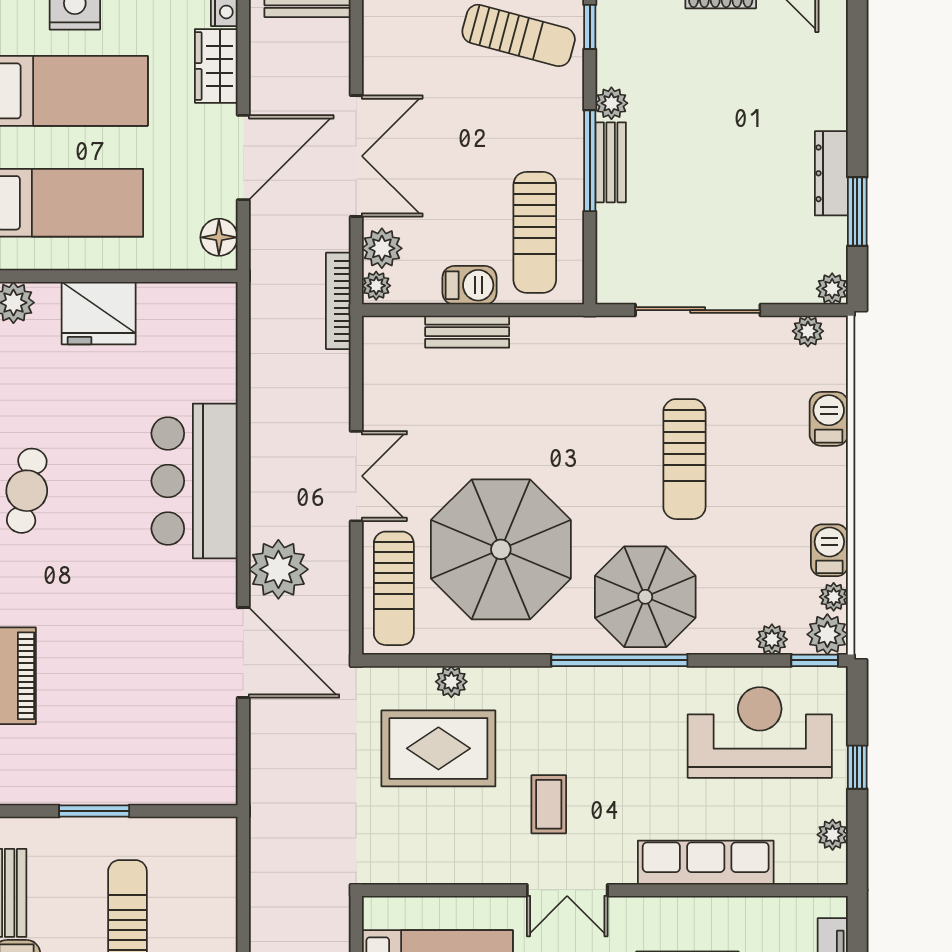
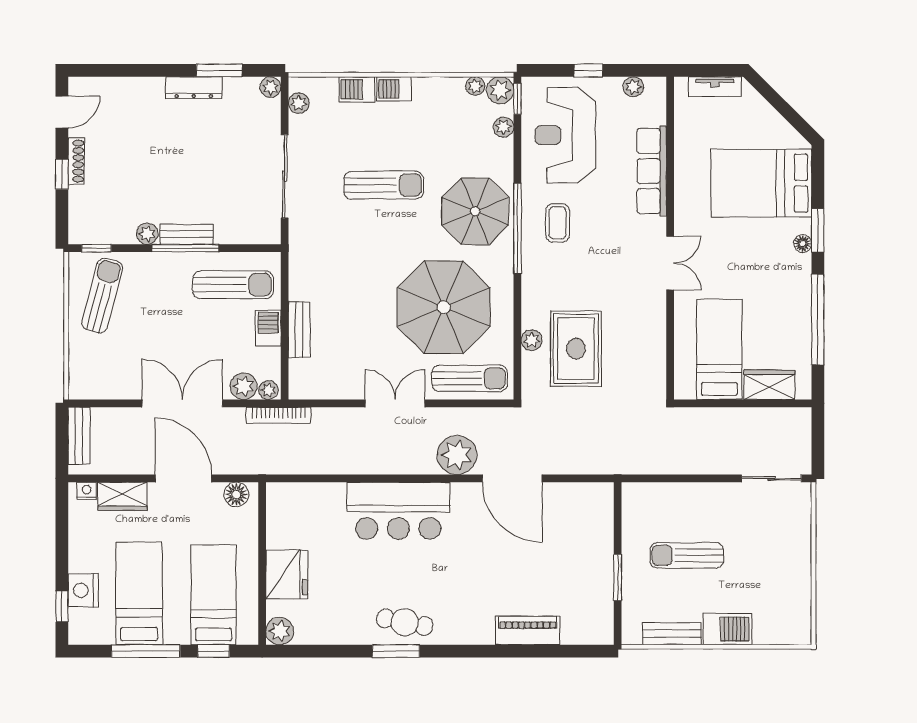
barbecue: (829, 550) -> (394, 89), moved
door: (243, 653) -> (512, 478), swing flipped
coffee table: (549, 804) -> (558, 223), moved, turned 90

